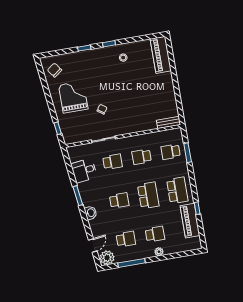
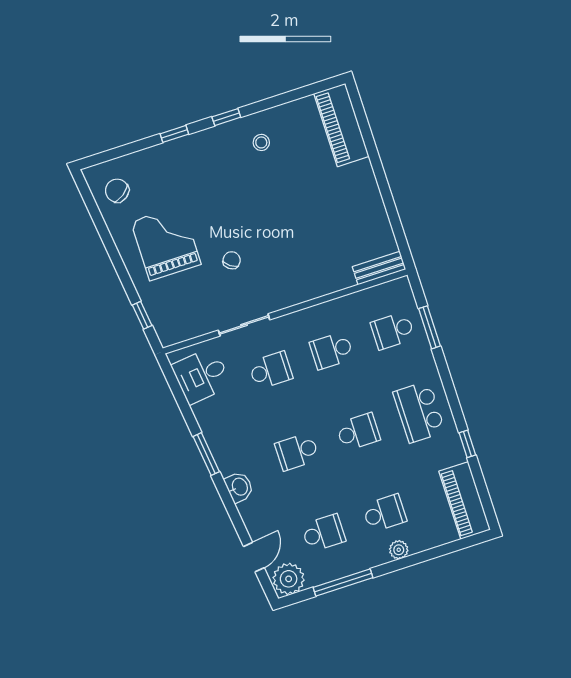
desk: (84, 170) -> (201, 375), moved
school desk: (177, 190) -> (419, 412), turned 180
school desk: (148, 195) -> (358, 432), width x0.54
school desk: (119, 200) -> (297, 452), turned 180
piano: (190, 221) -> (465, 501), moved

